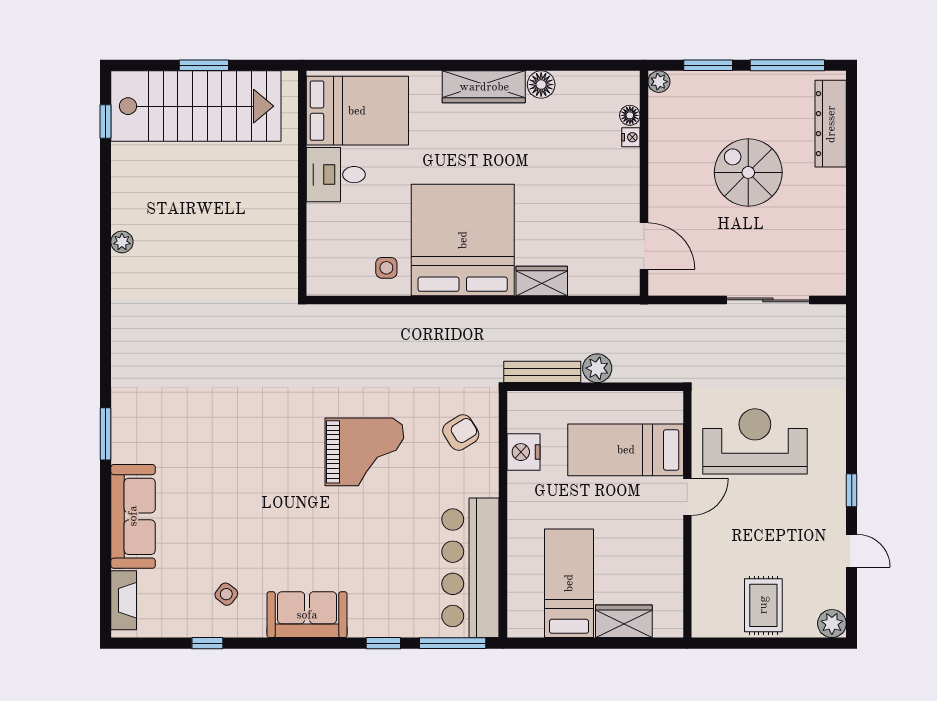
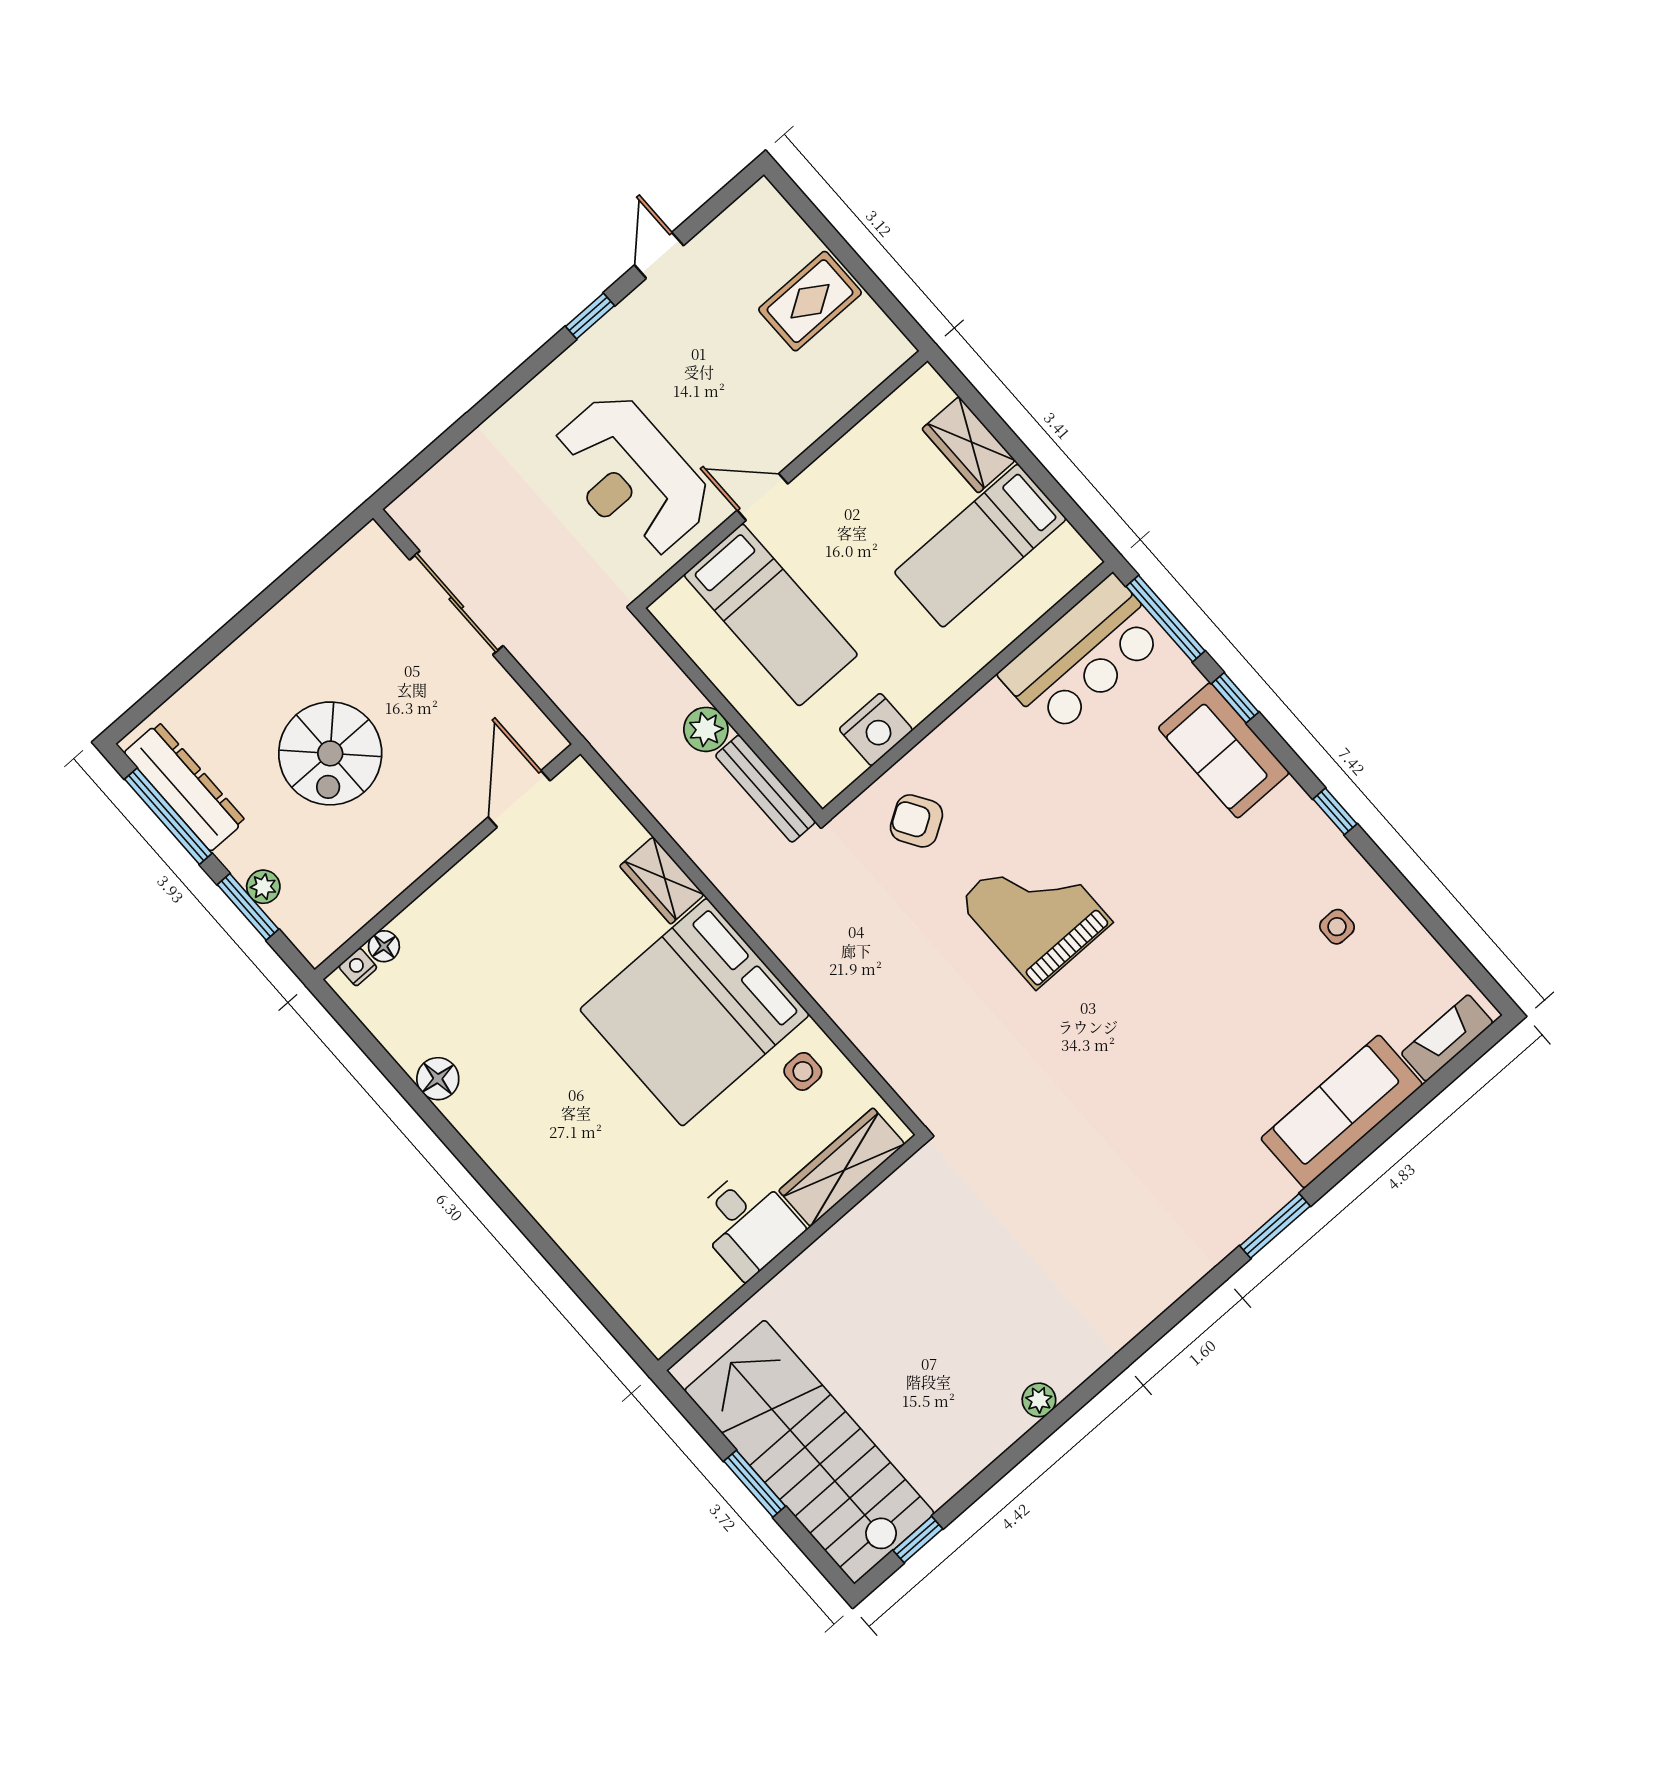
plant: (659, 82) -> (263, 887), moved
wardrobe: (484, 87) -> (842, 1167), moved, turned -90
bed: (357, 111) -> (652, 1263), removed
dresser: (831, 124) -> (185, 787), moved, turned -90
nightstand: (631, 137) -> (358, 967), moved
bar counter: (470, 568) -> (1083, 655), width x0.73
side table: (226, 594) -> (1337, 927), turned -38
sofa: (307, 615) -> (1224, 750), moved
plant: (832, 624) -> (762, 205), removed
window: (207, 643) -> (1335, 811), moved

